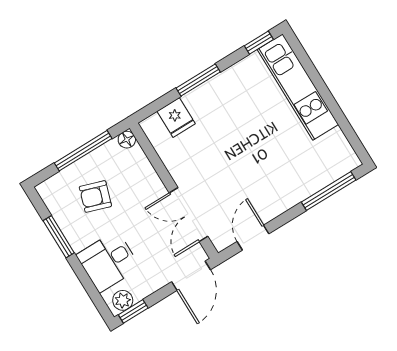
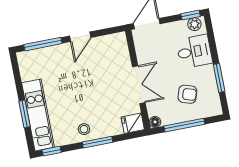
window: (318, 81) -> (24, 114), added
stool: (224, 91) -> (84, 129), added
fridge: (176, 117) -> (133, 123), moved, turned -90
double door: (189, 215) -> (139, 85), moved
door: (253, 238) -> (80, 37), moved

